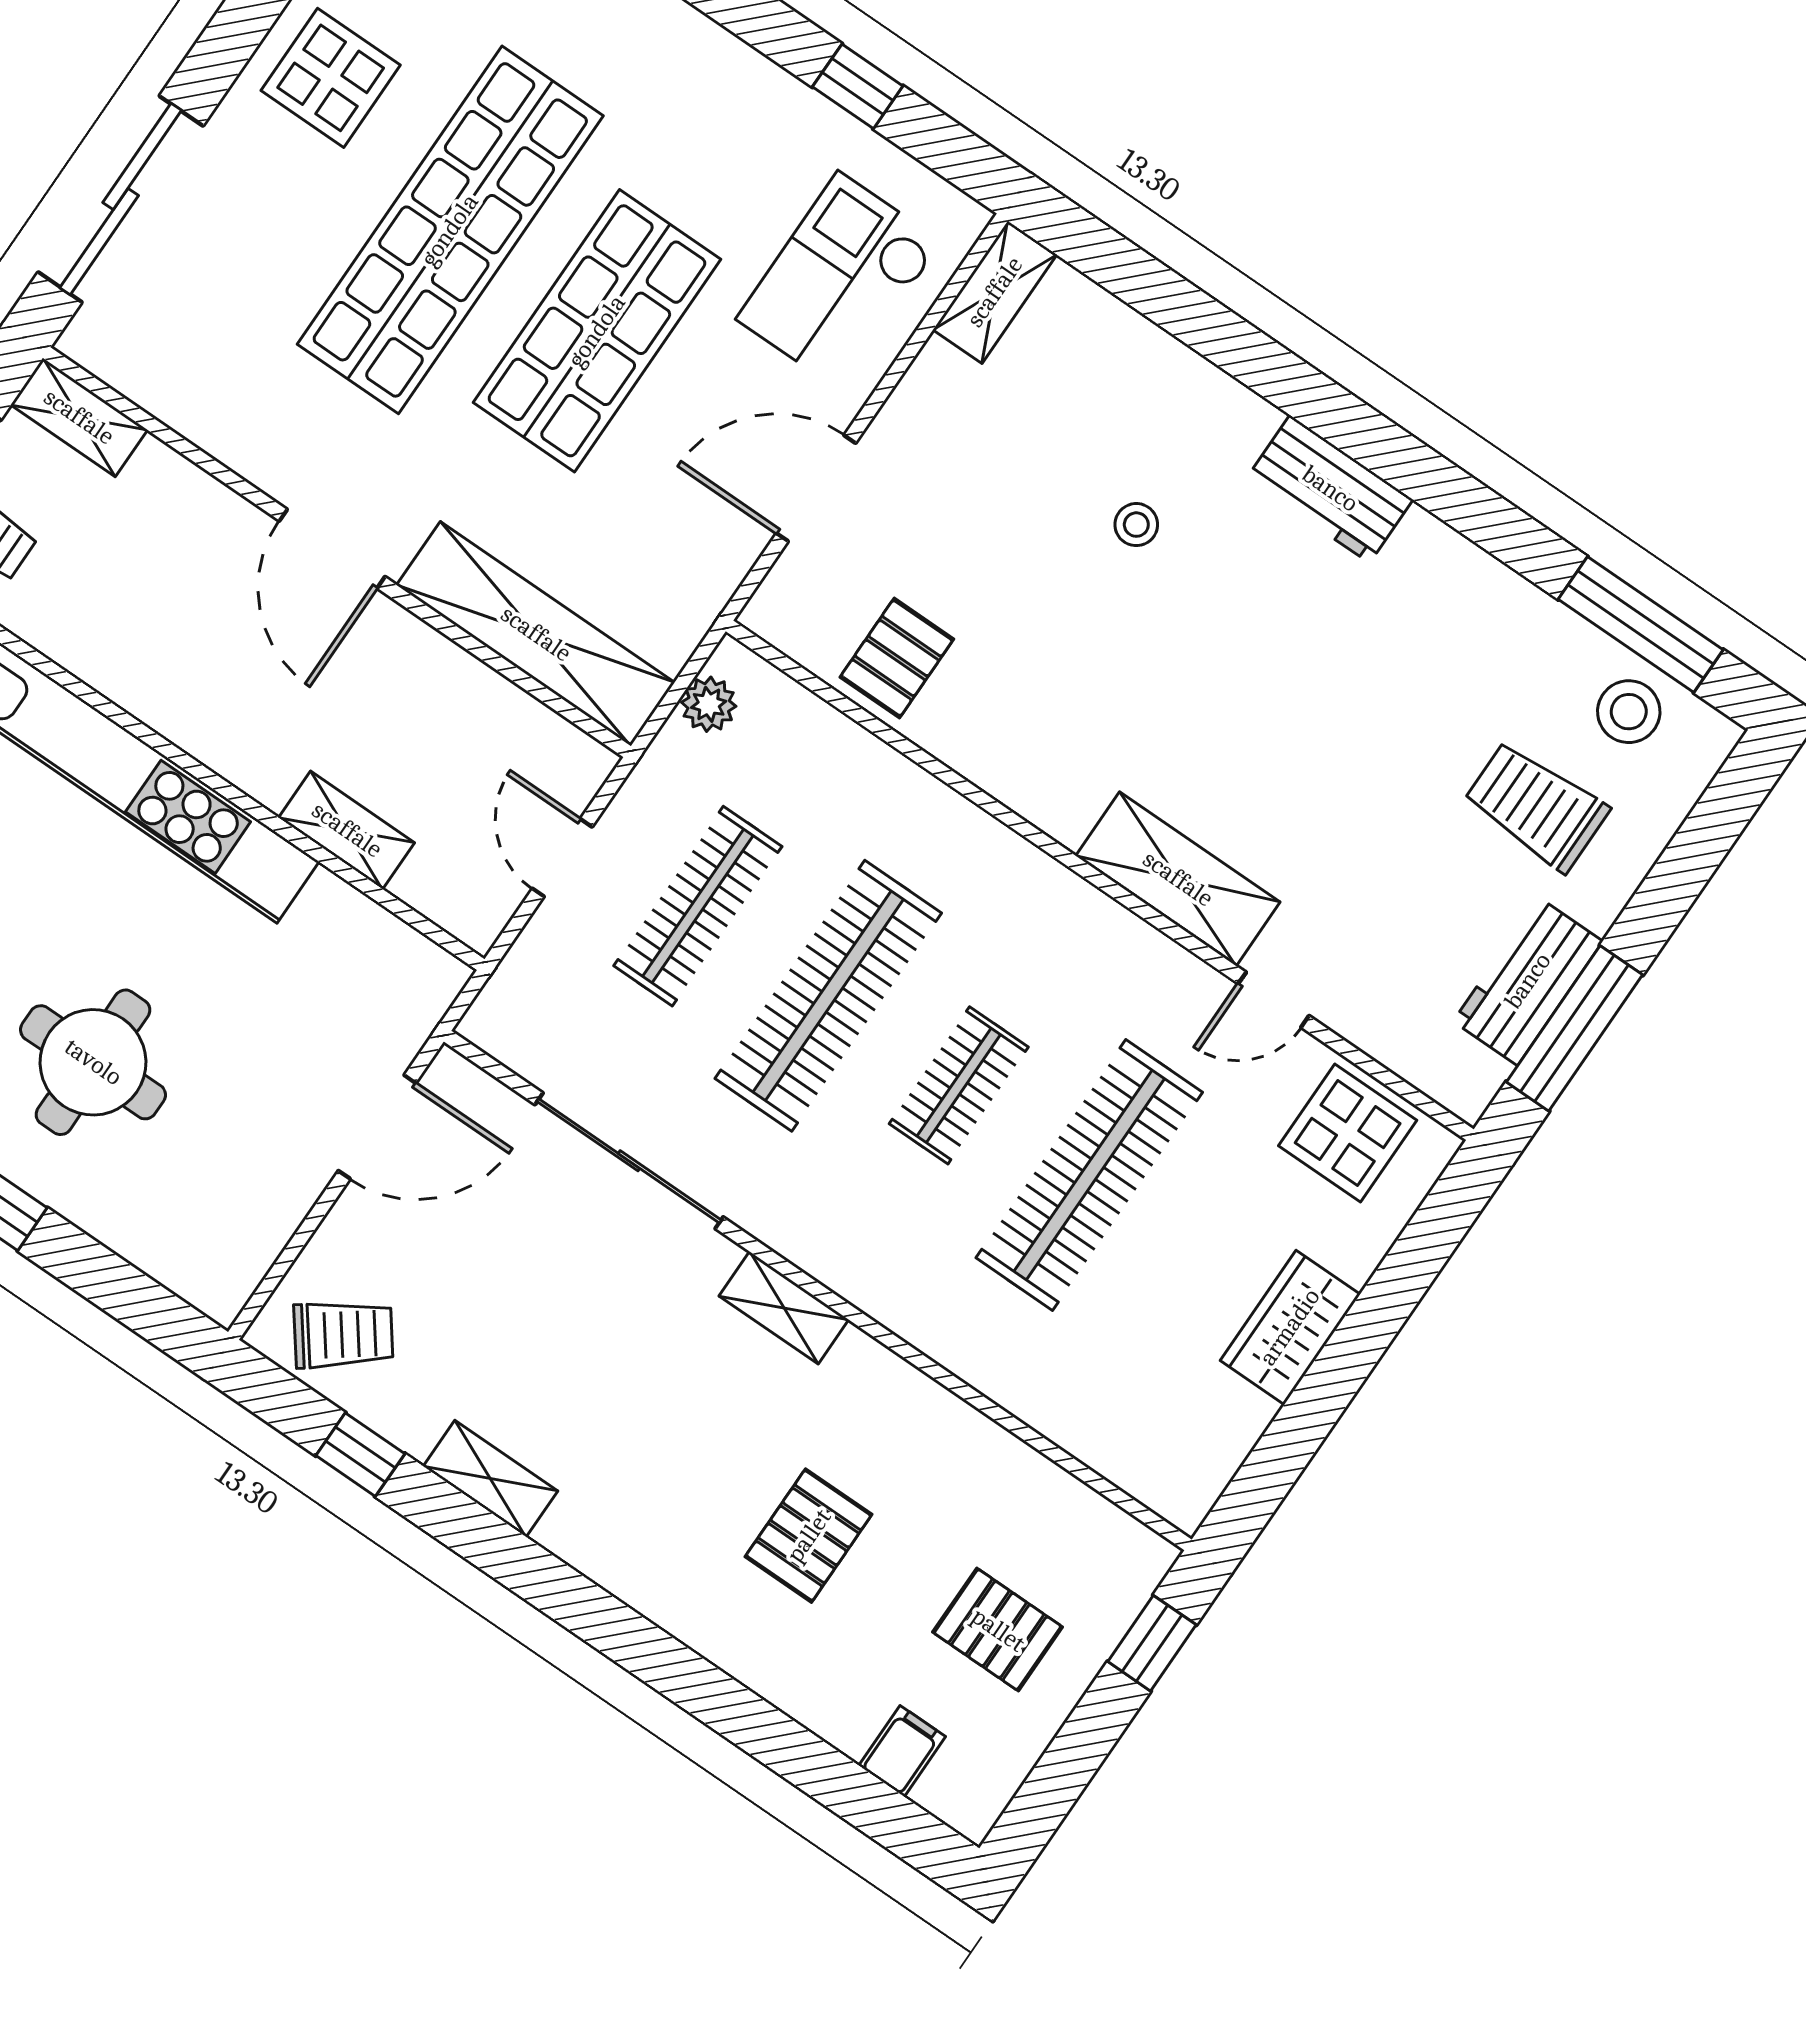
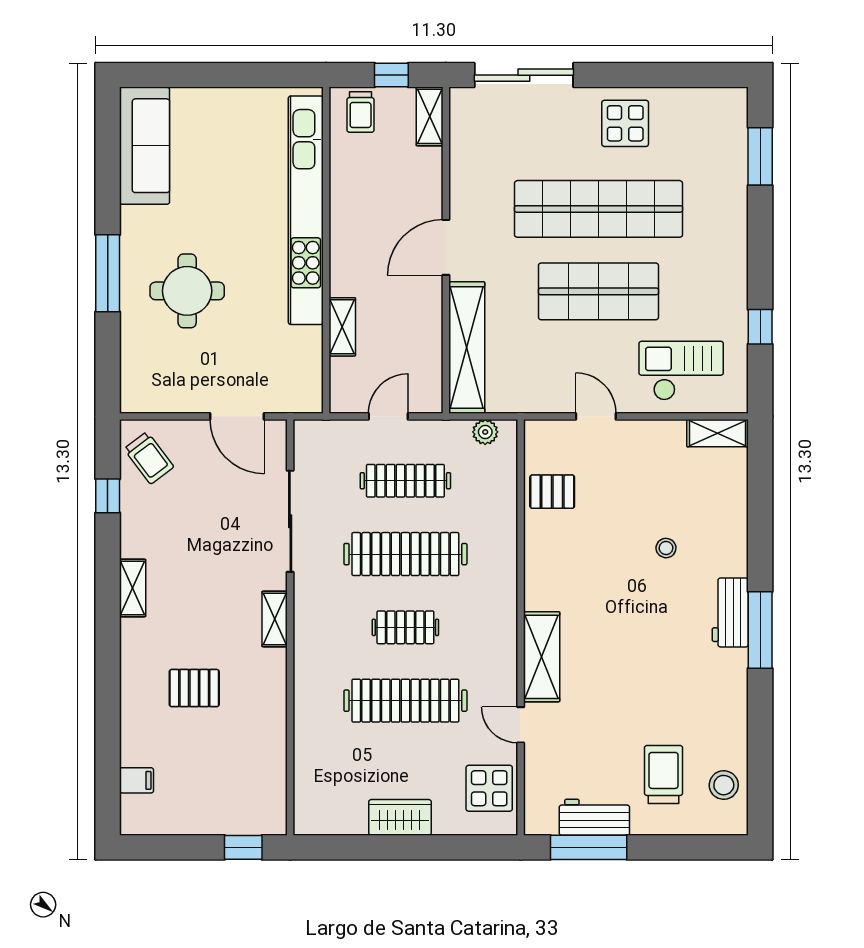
door: (816, 488) -> (596, 416), width x0.73
window: (1641, 625) -> (760, 630), moved
shelving: (490, 1479) -> (133, 588), moved
pallet: (998, 1630) -> (208, 785), removed

